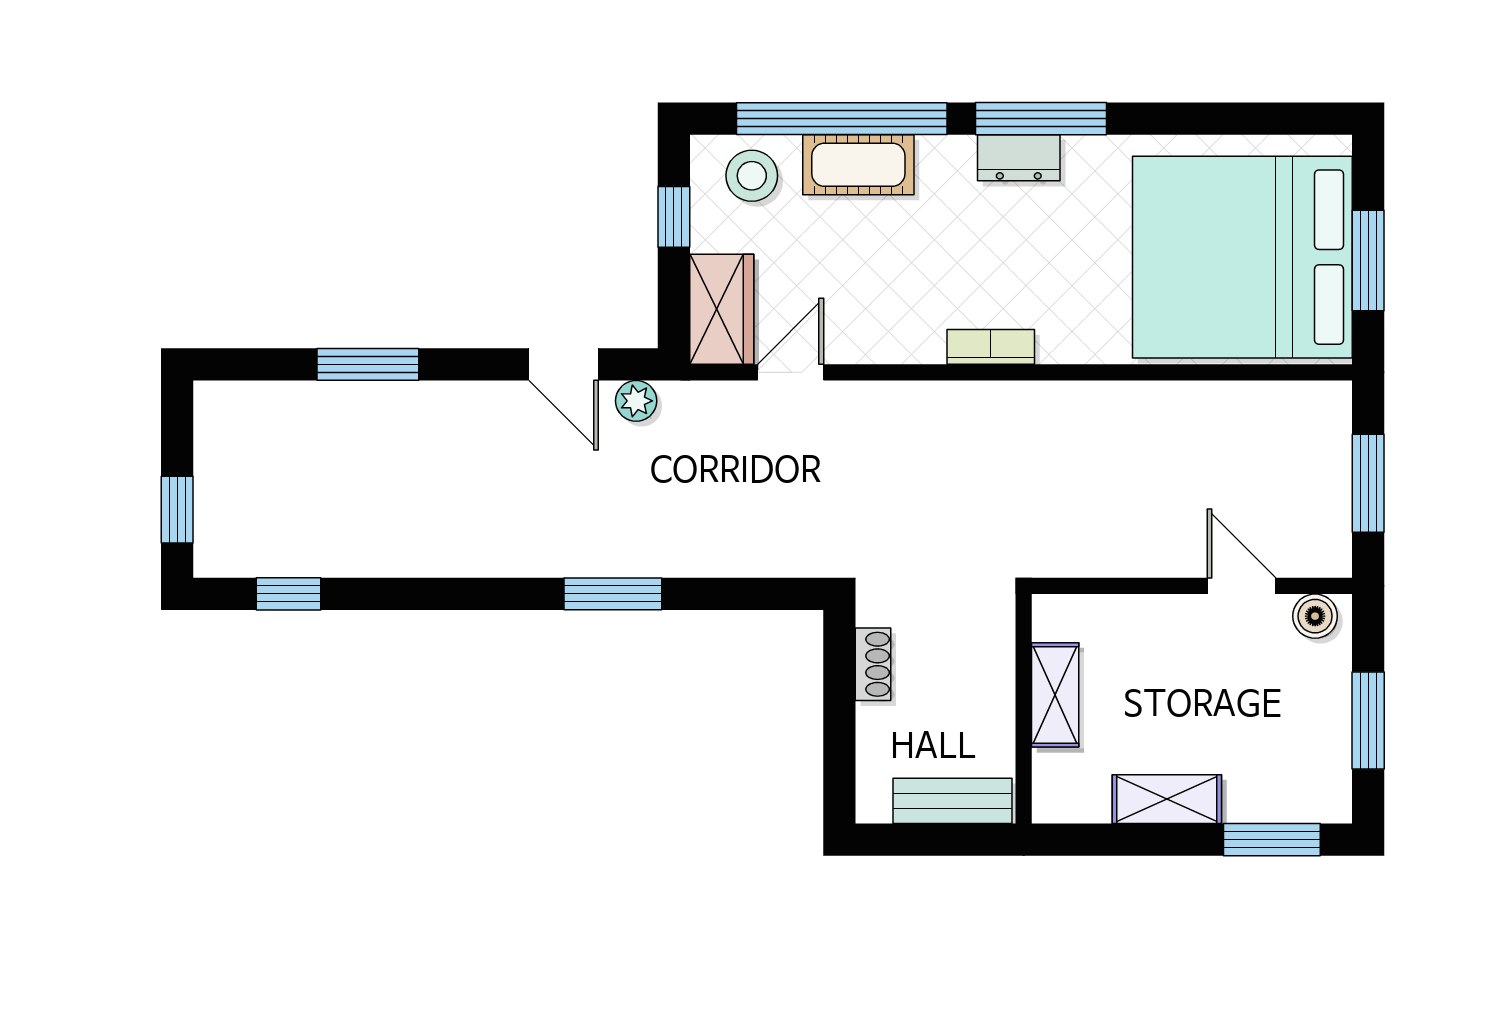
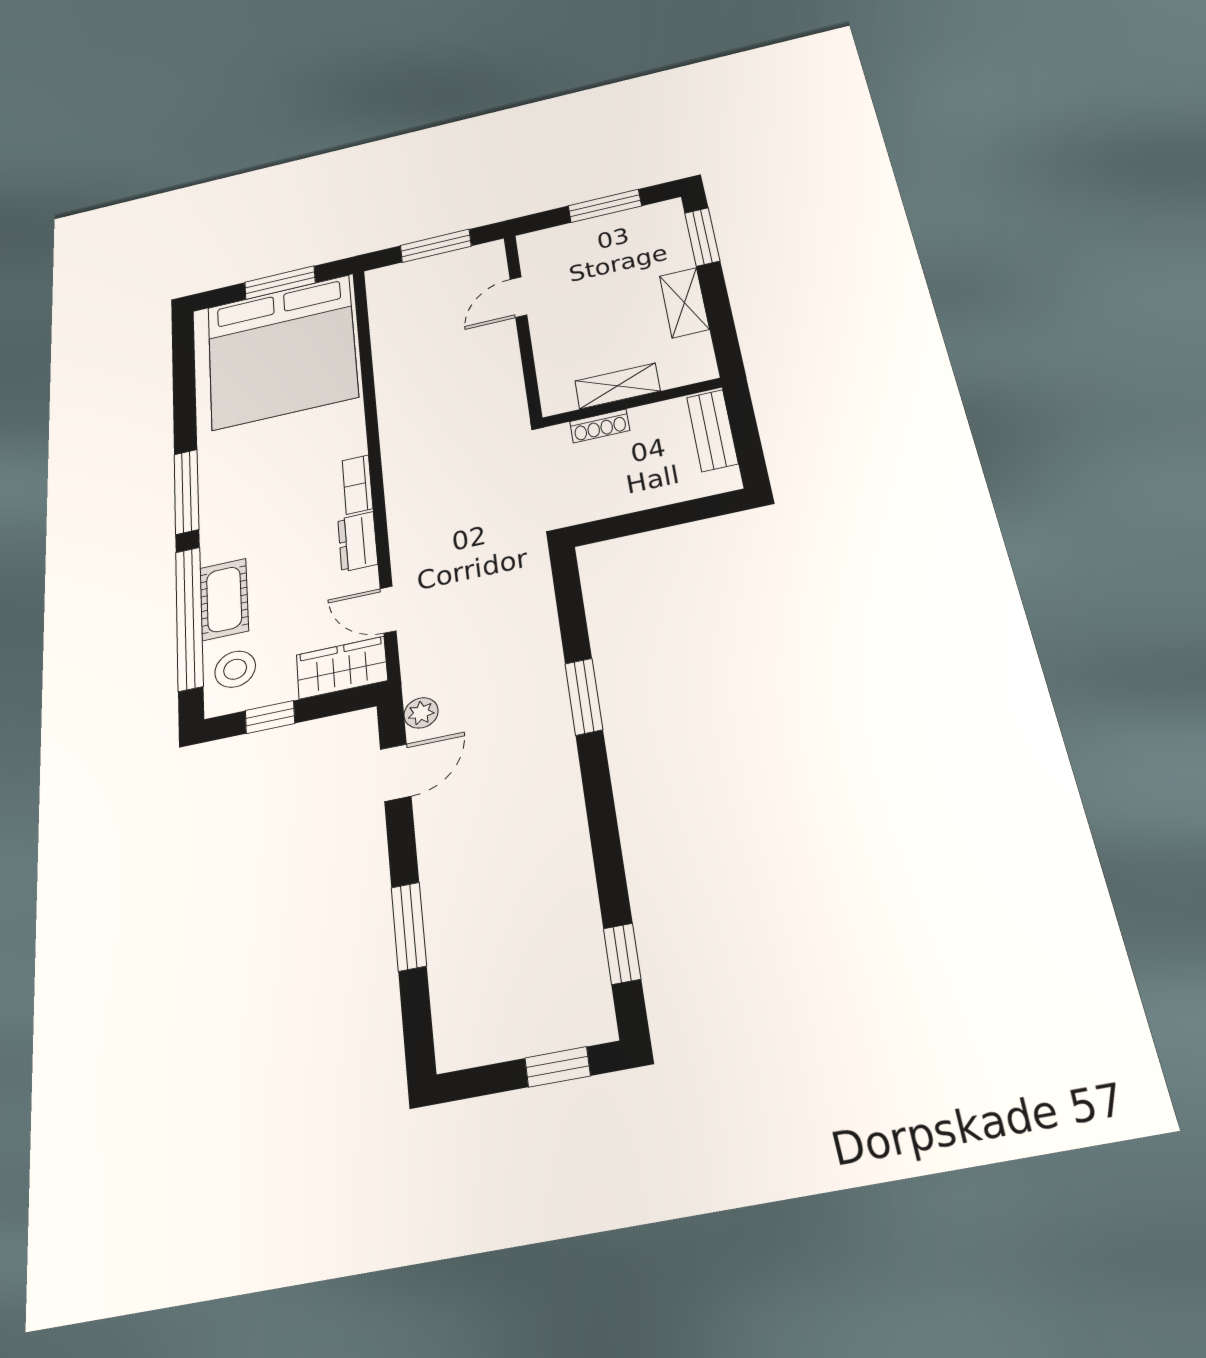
dresser: (1019, 158) -> (358, 542), moved, turned 180
boiler: (1315, 616) -> (534, 252), removed
shoe rack: (873, 664) -> (600, 426), moved, turned 180

